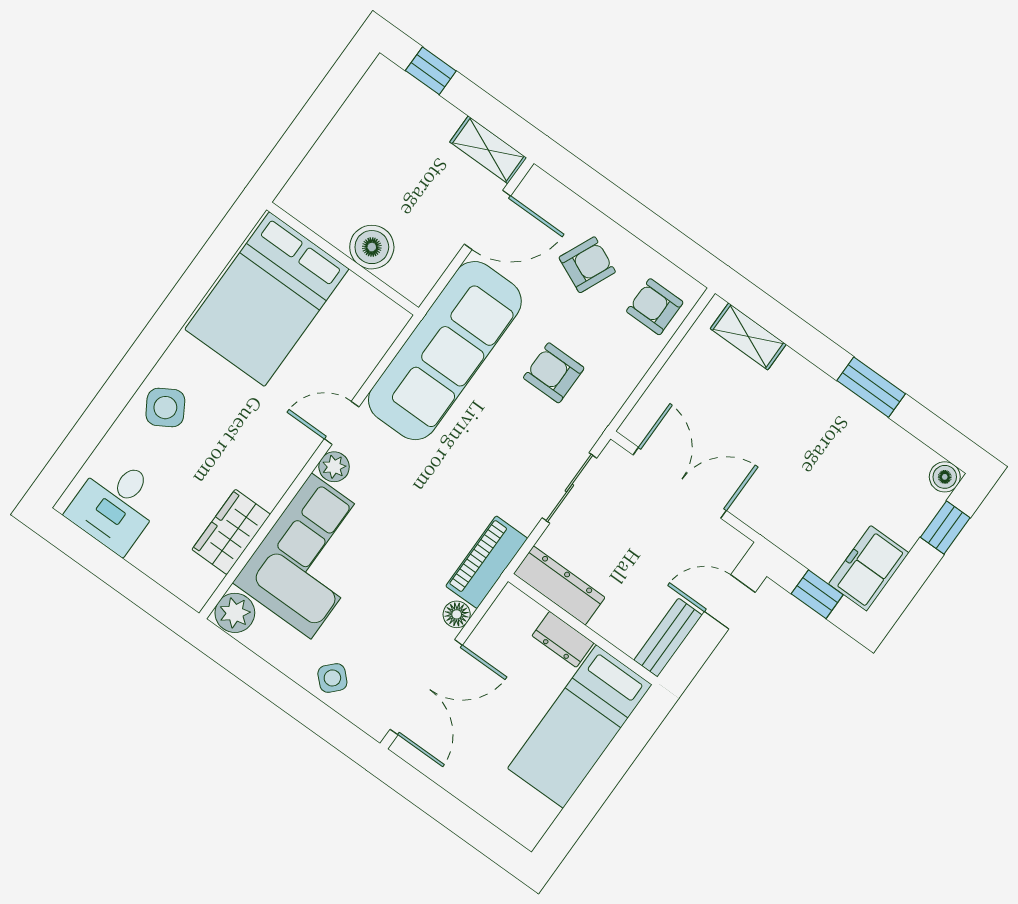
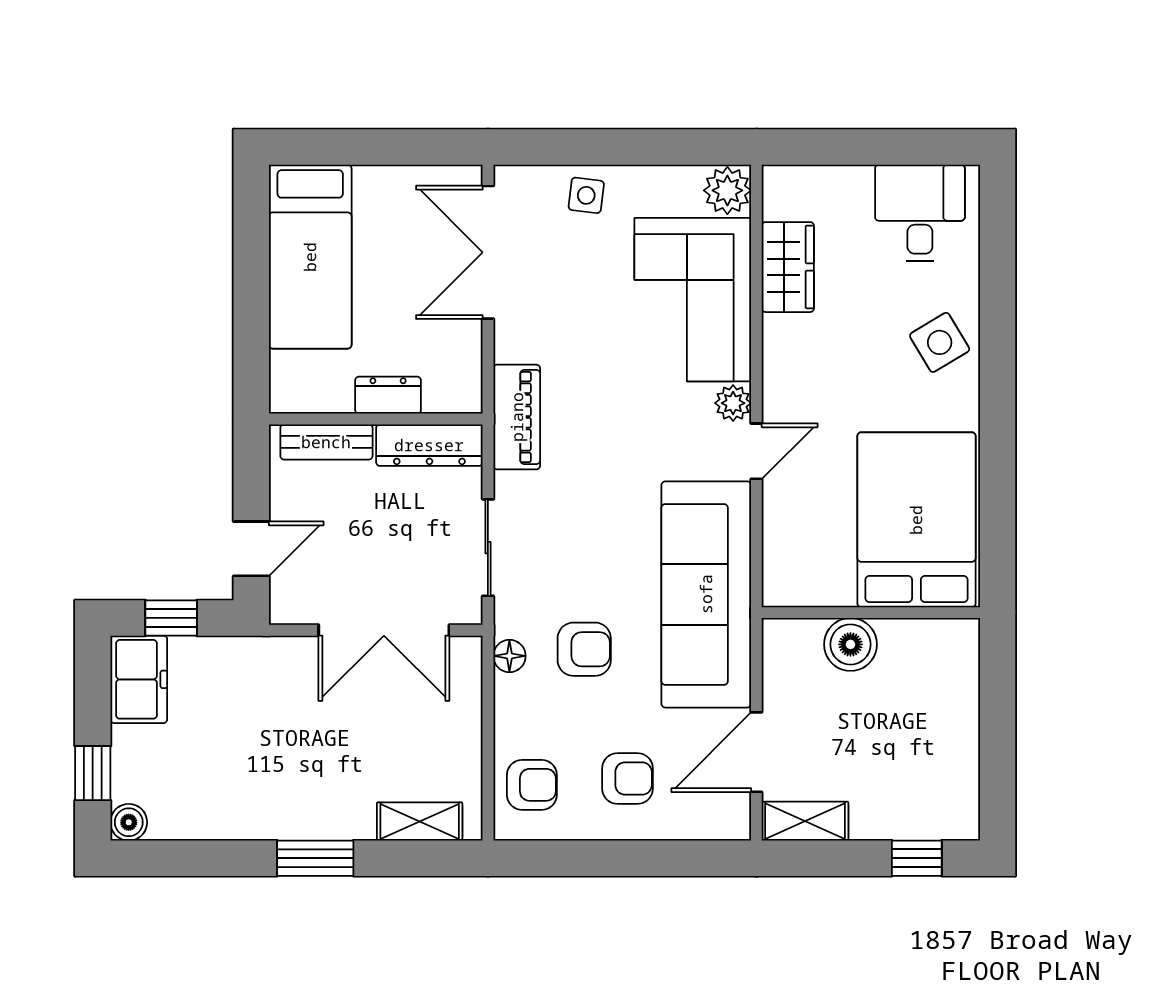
armchair: (587, 265) -> (627, 778), turned -114
window: (871, 387) -> (315, 858), moved
floor lamp: (457, 614) -> (509, 656), moved
bench: (668, 638) -> (326, 442), moved, turned 90
side table: (332, 678) -> (586, 195), turned -37
bed: (580, 726) -> (310, 257), moved, turned 180

